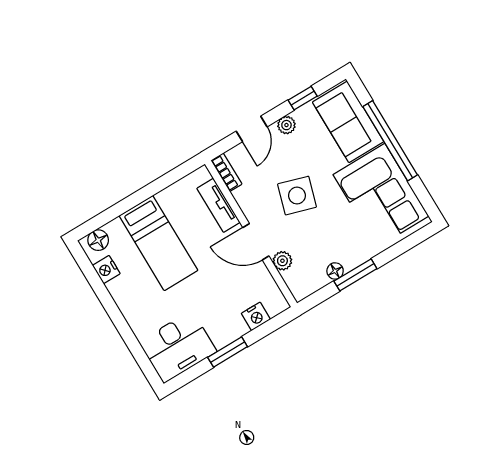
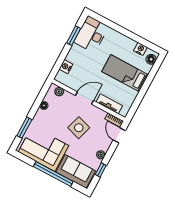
door: (252, 129) -> (119, 135), moved
plant: (282, 261) -> (59, 92), moved
window: (355, 275) -> (24, 128), moved
window: (228, 352) -> (74, 36), moved

